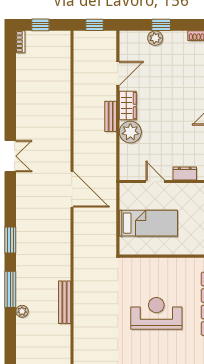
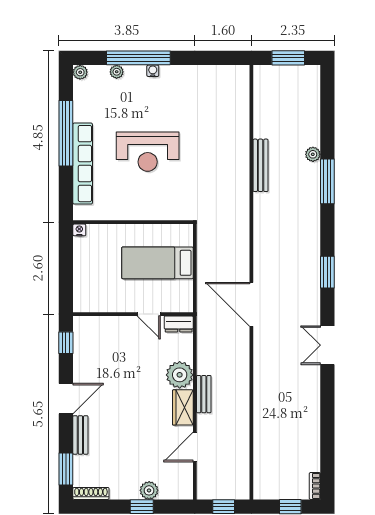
dresser: (185, 173) -> (179, 324), moved
window: (10, 240) -> (327, 272), moved

